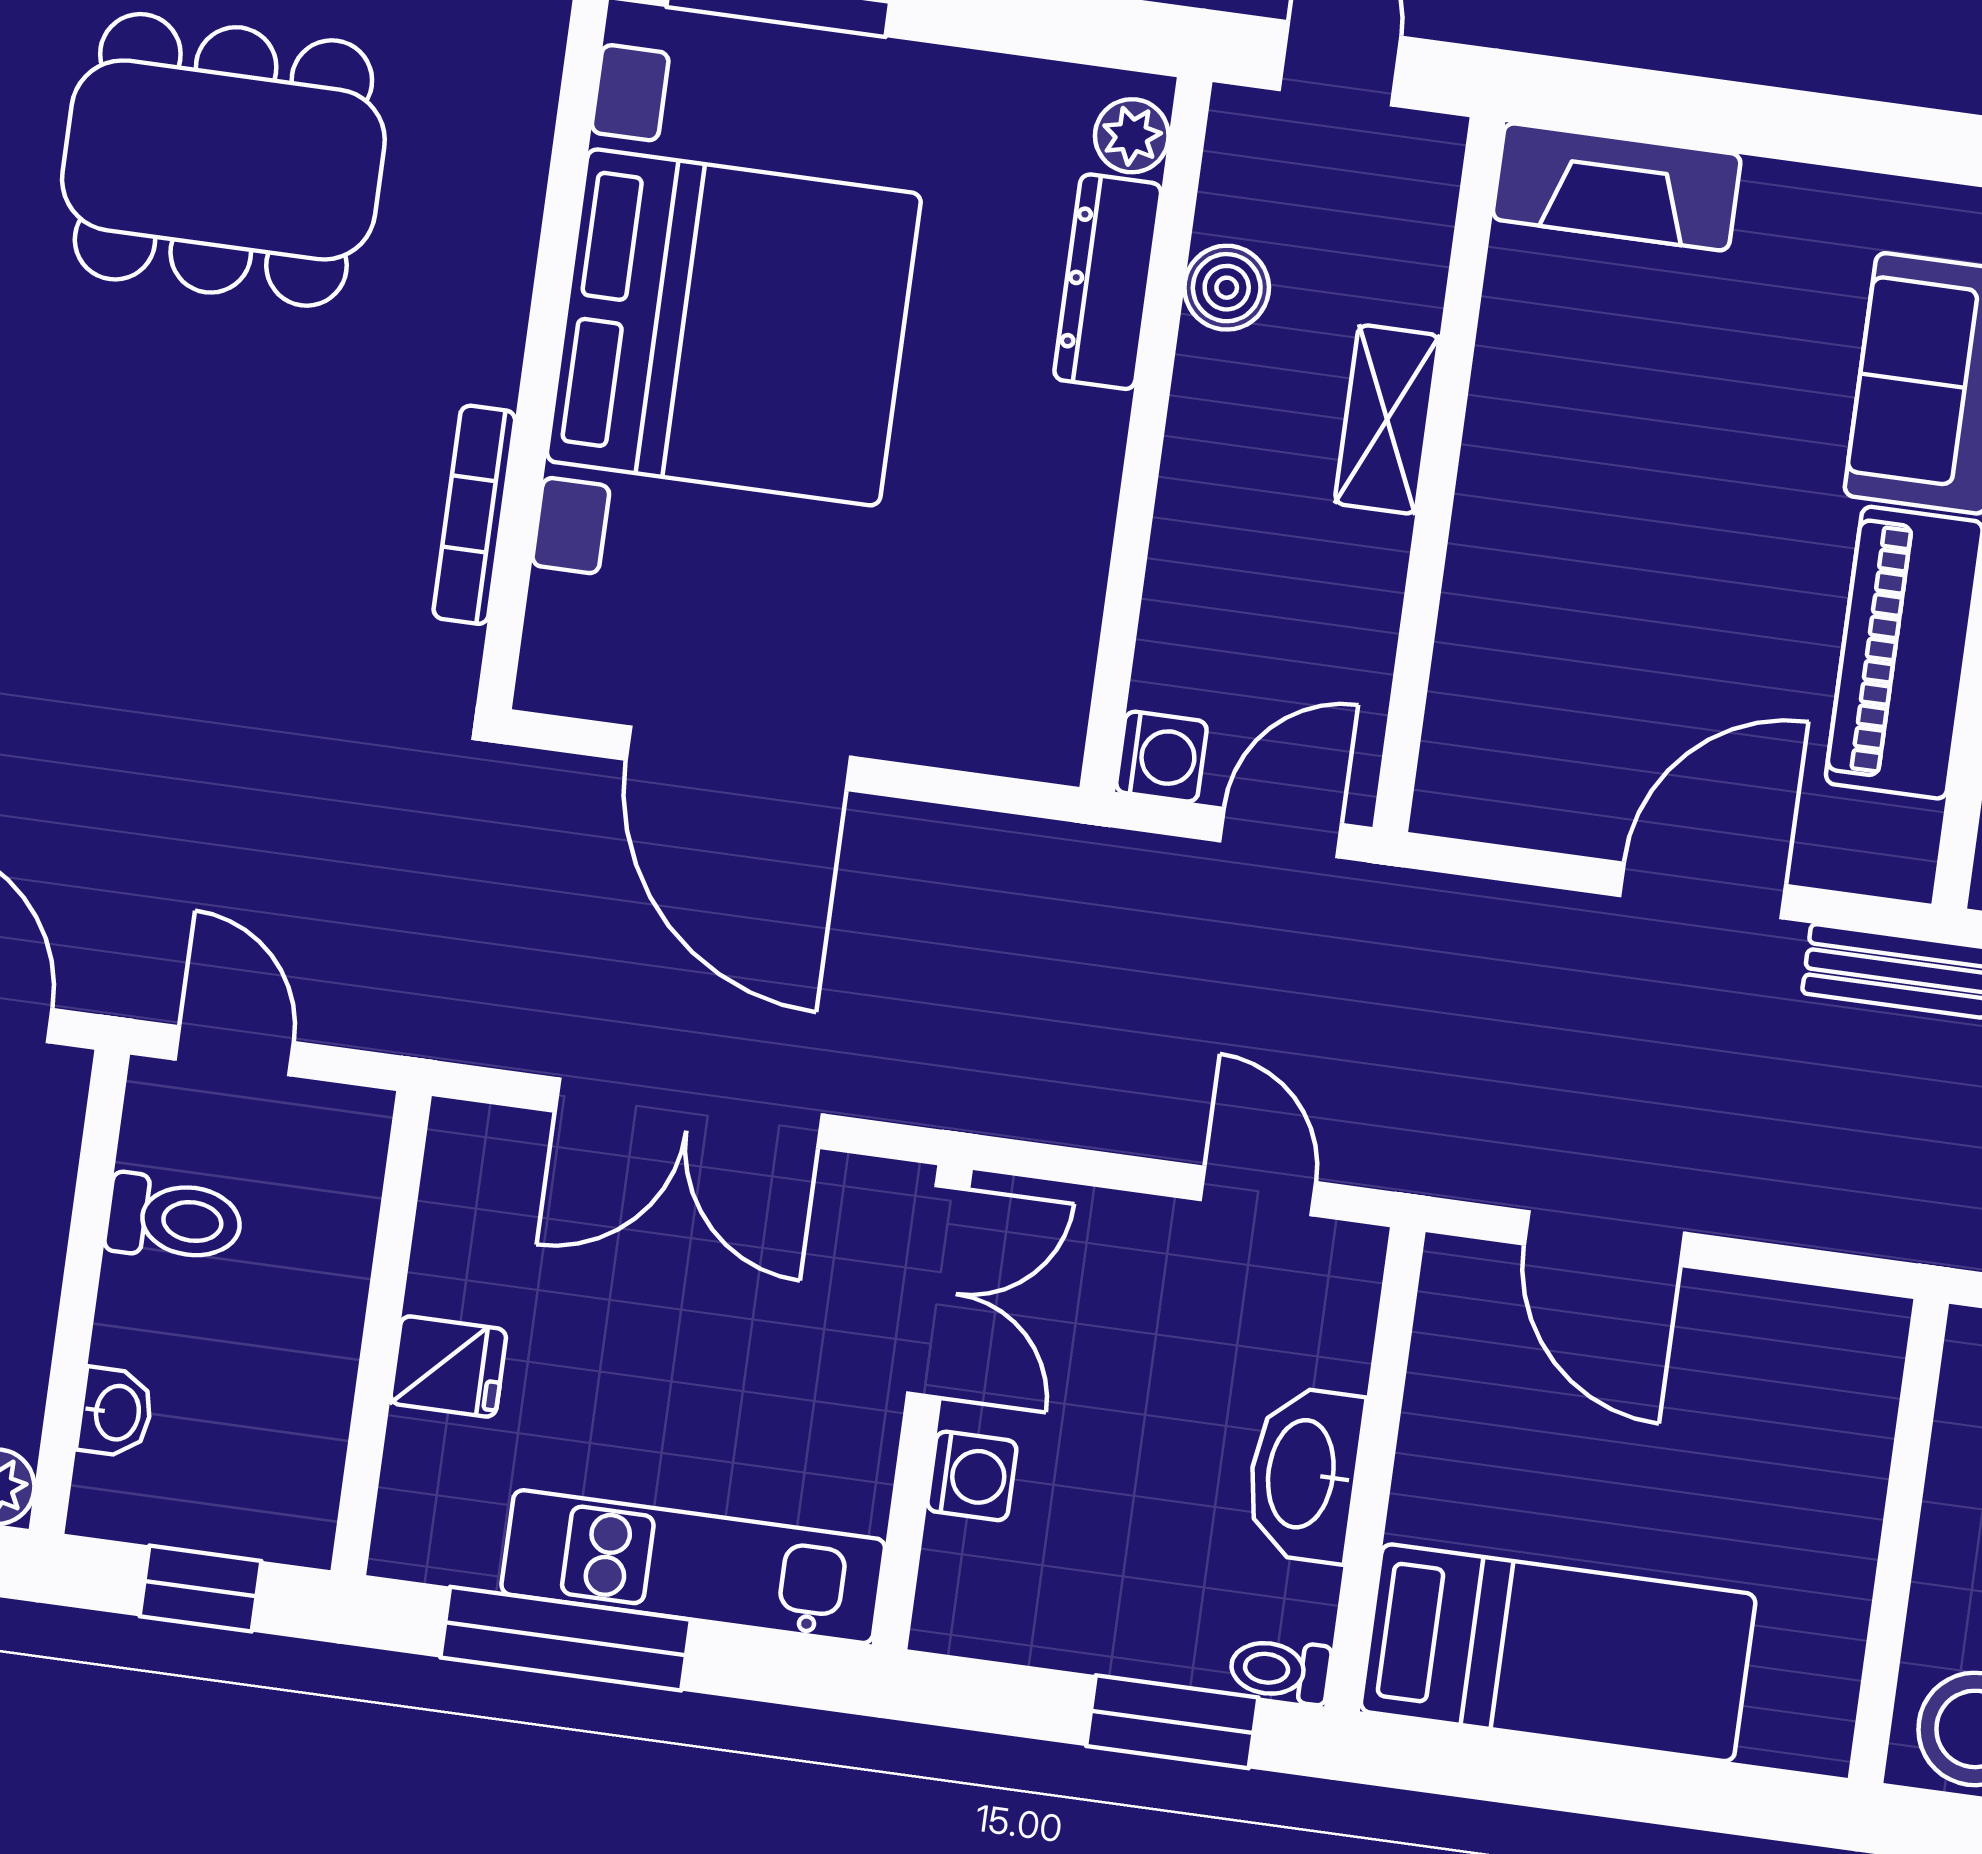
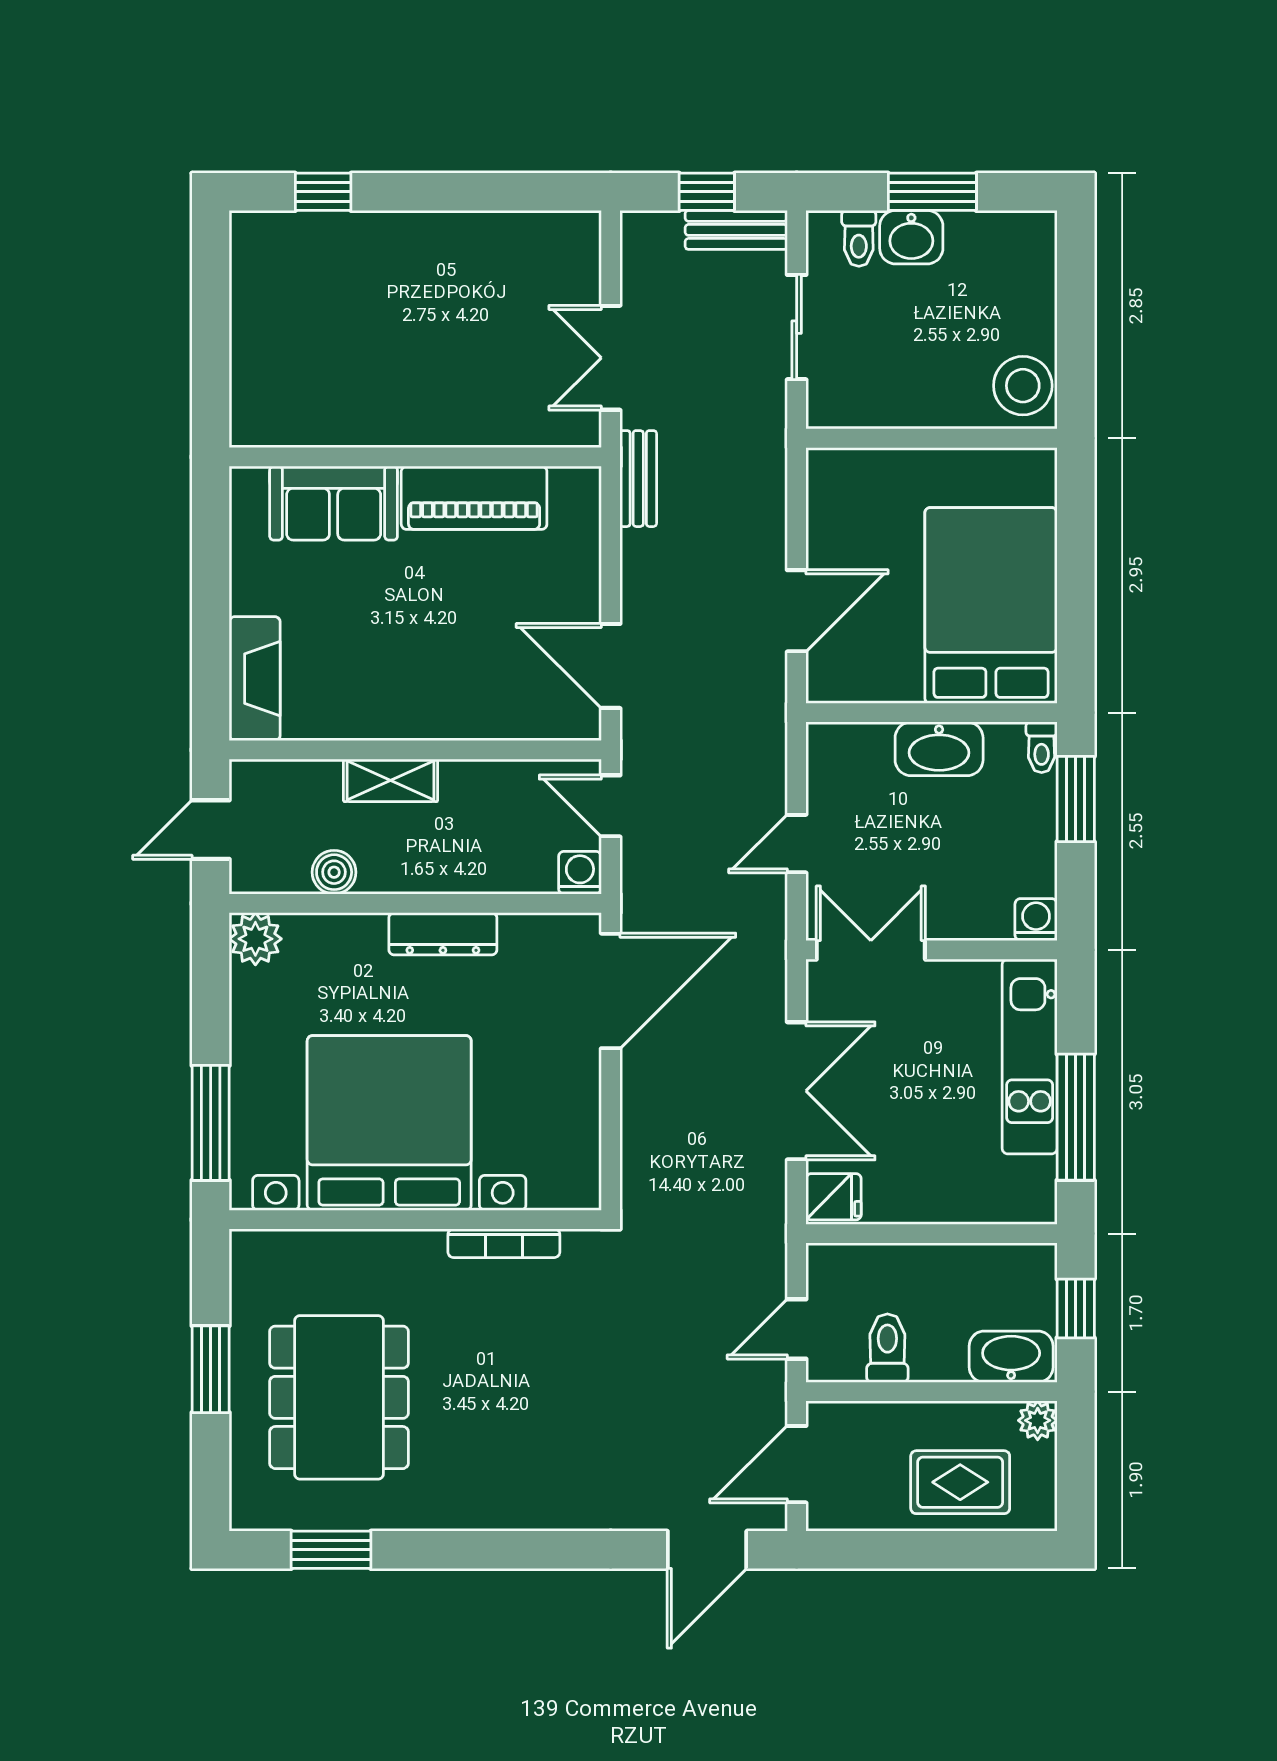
plant: (1132, 136) -> (255, 939), width x1.38, depth x1.38
dresser: (1108, 282) -> (443, 934), moved
door: (738, 758) -> (611, 991), moved
door: (1703, 890) -> (611, 666), moved
door: (1258, 1191) -> (797, 844), moved
fridge: (448, 1367) -> (834, 1197), moved, turned 90
washbasin: (115, 1412) -> (1011, 1357), width x1.91, depth x1.45
washing machine: (972, 1476) -> (1036, 920), moved
bed: (1558, 1653) -> (991, 605), width x1.50

